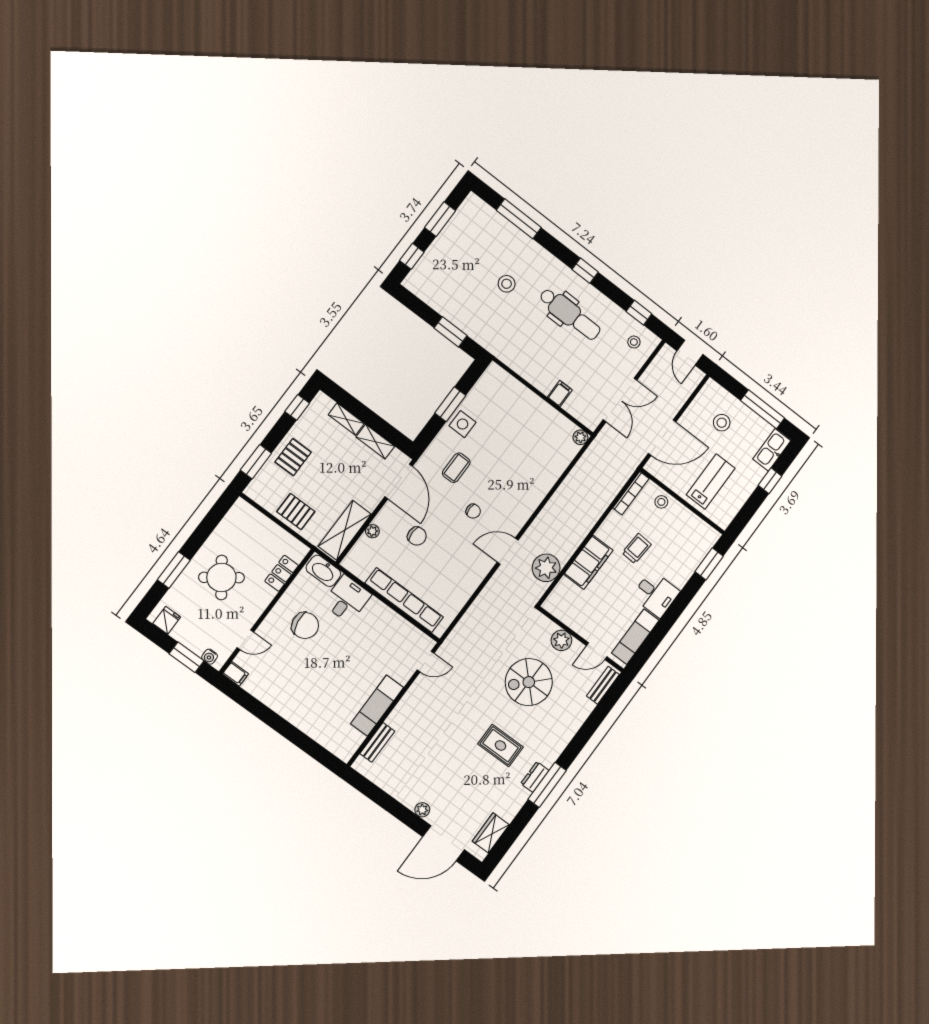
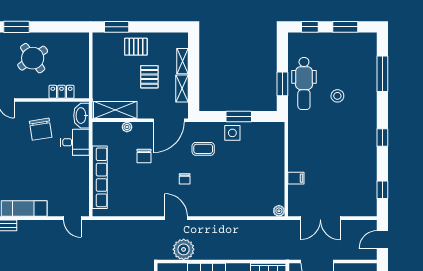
dental chair: (570, 314) -> (304, 83), moved
stool: (634, 342) -> (362, 200), removed
window: (297, 407) -> (167, 27), removed
pallet: (296, 512) -> (149, 77), moved

